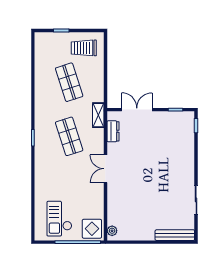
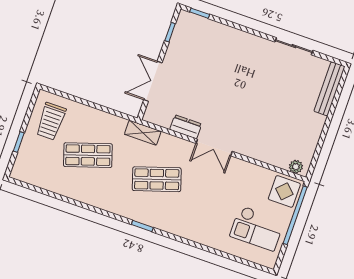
dresser: (113, 131) -> (186, 127), moved

